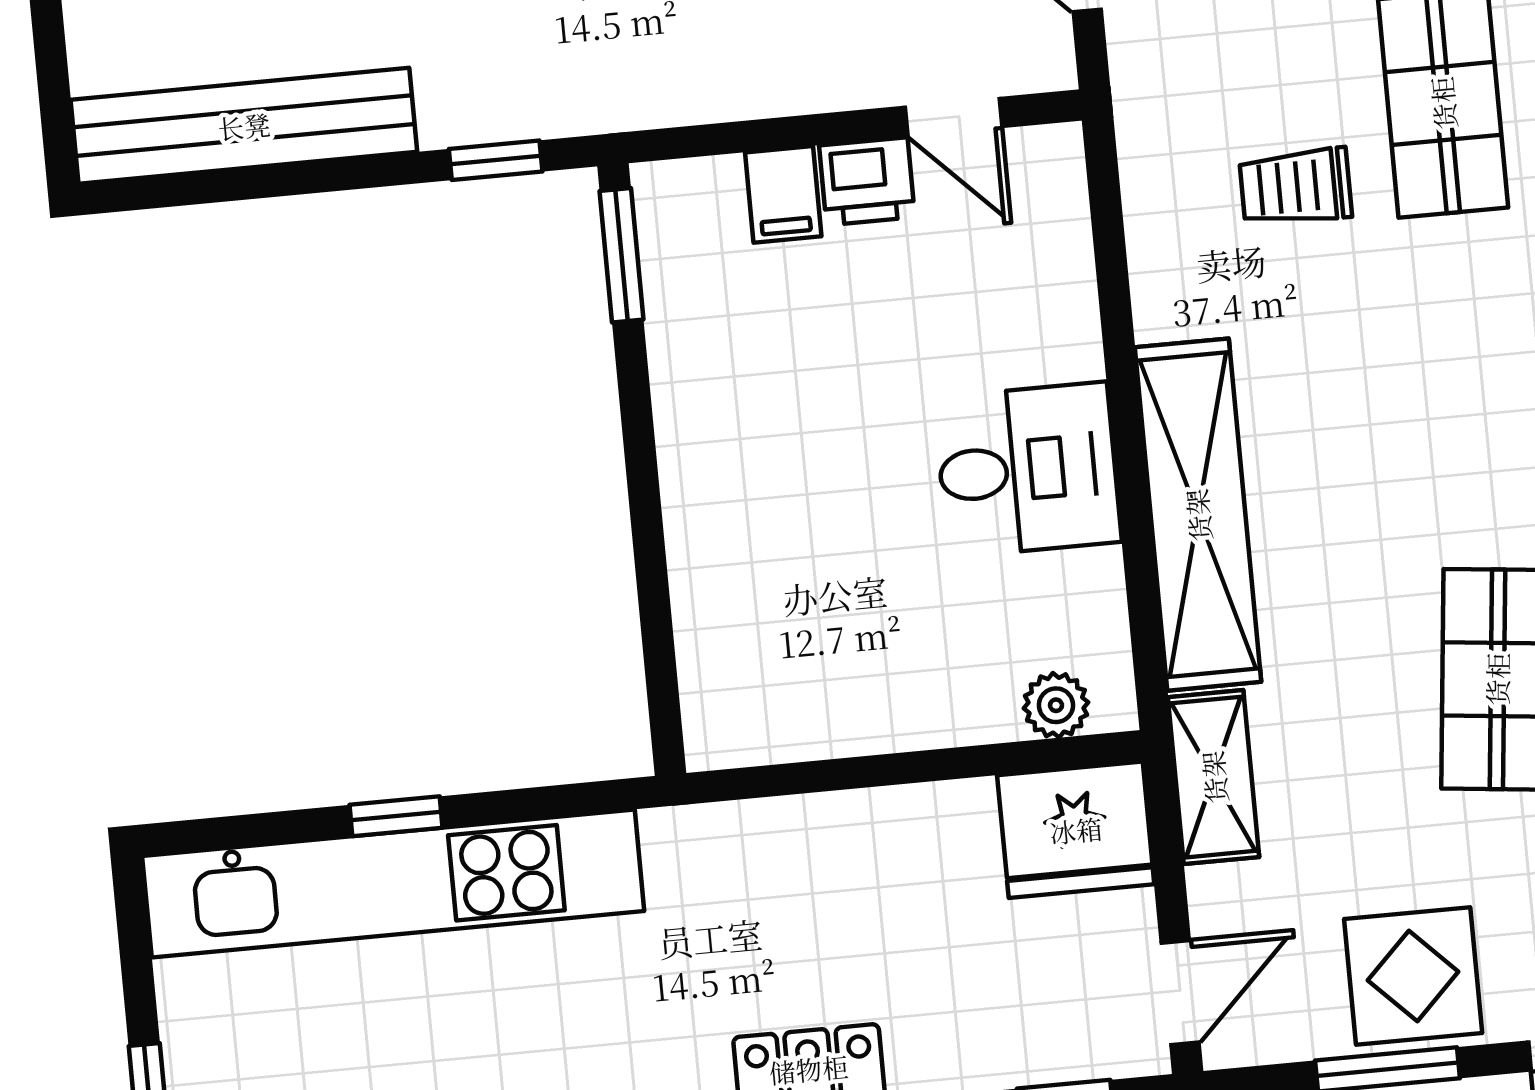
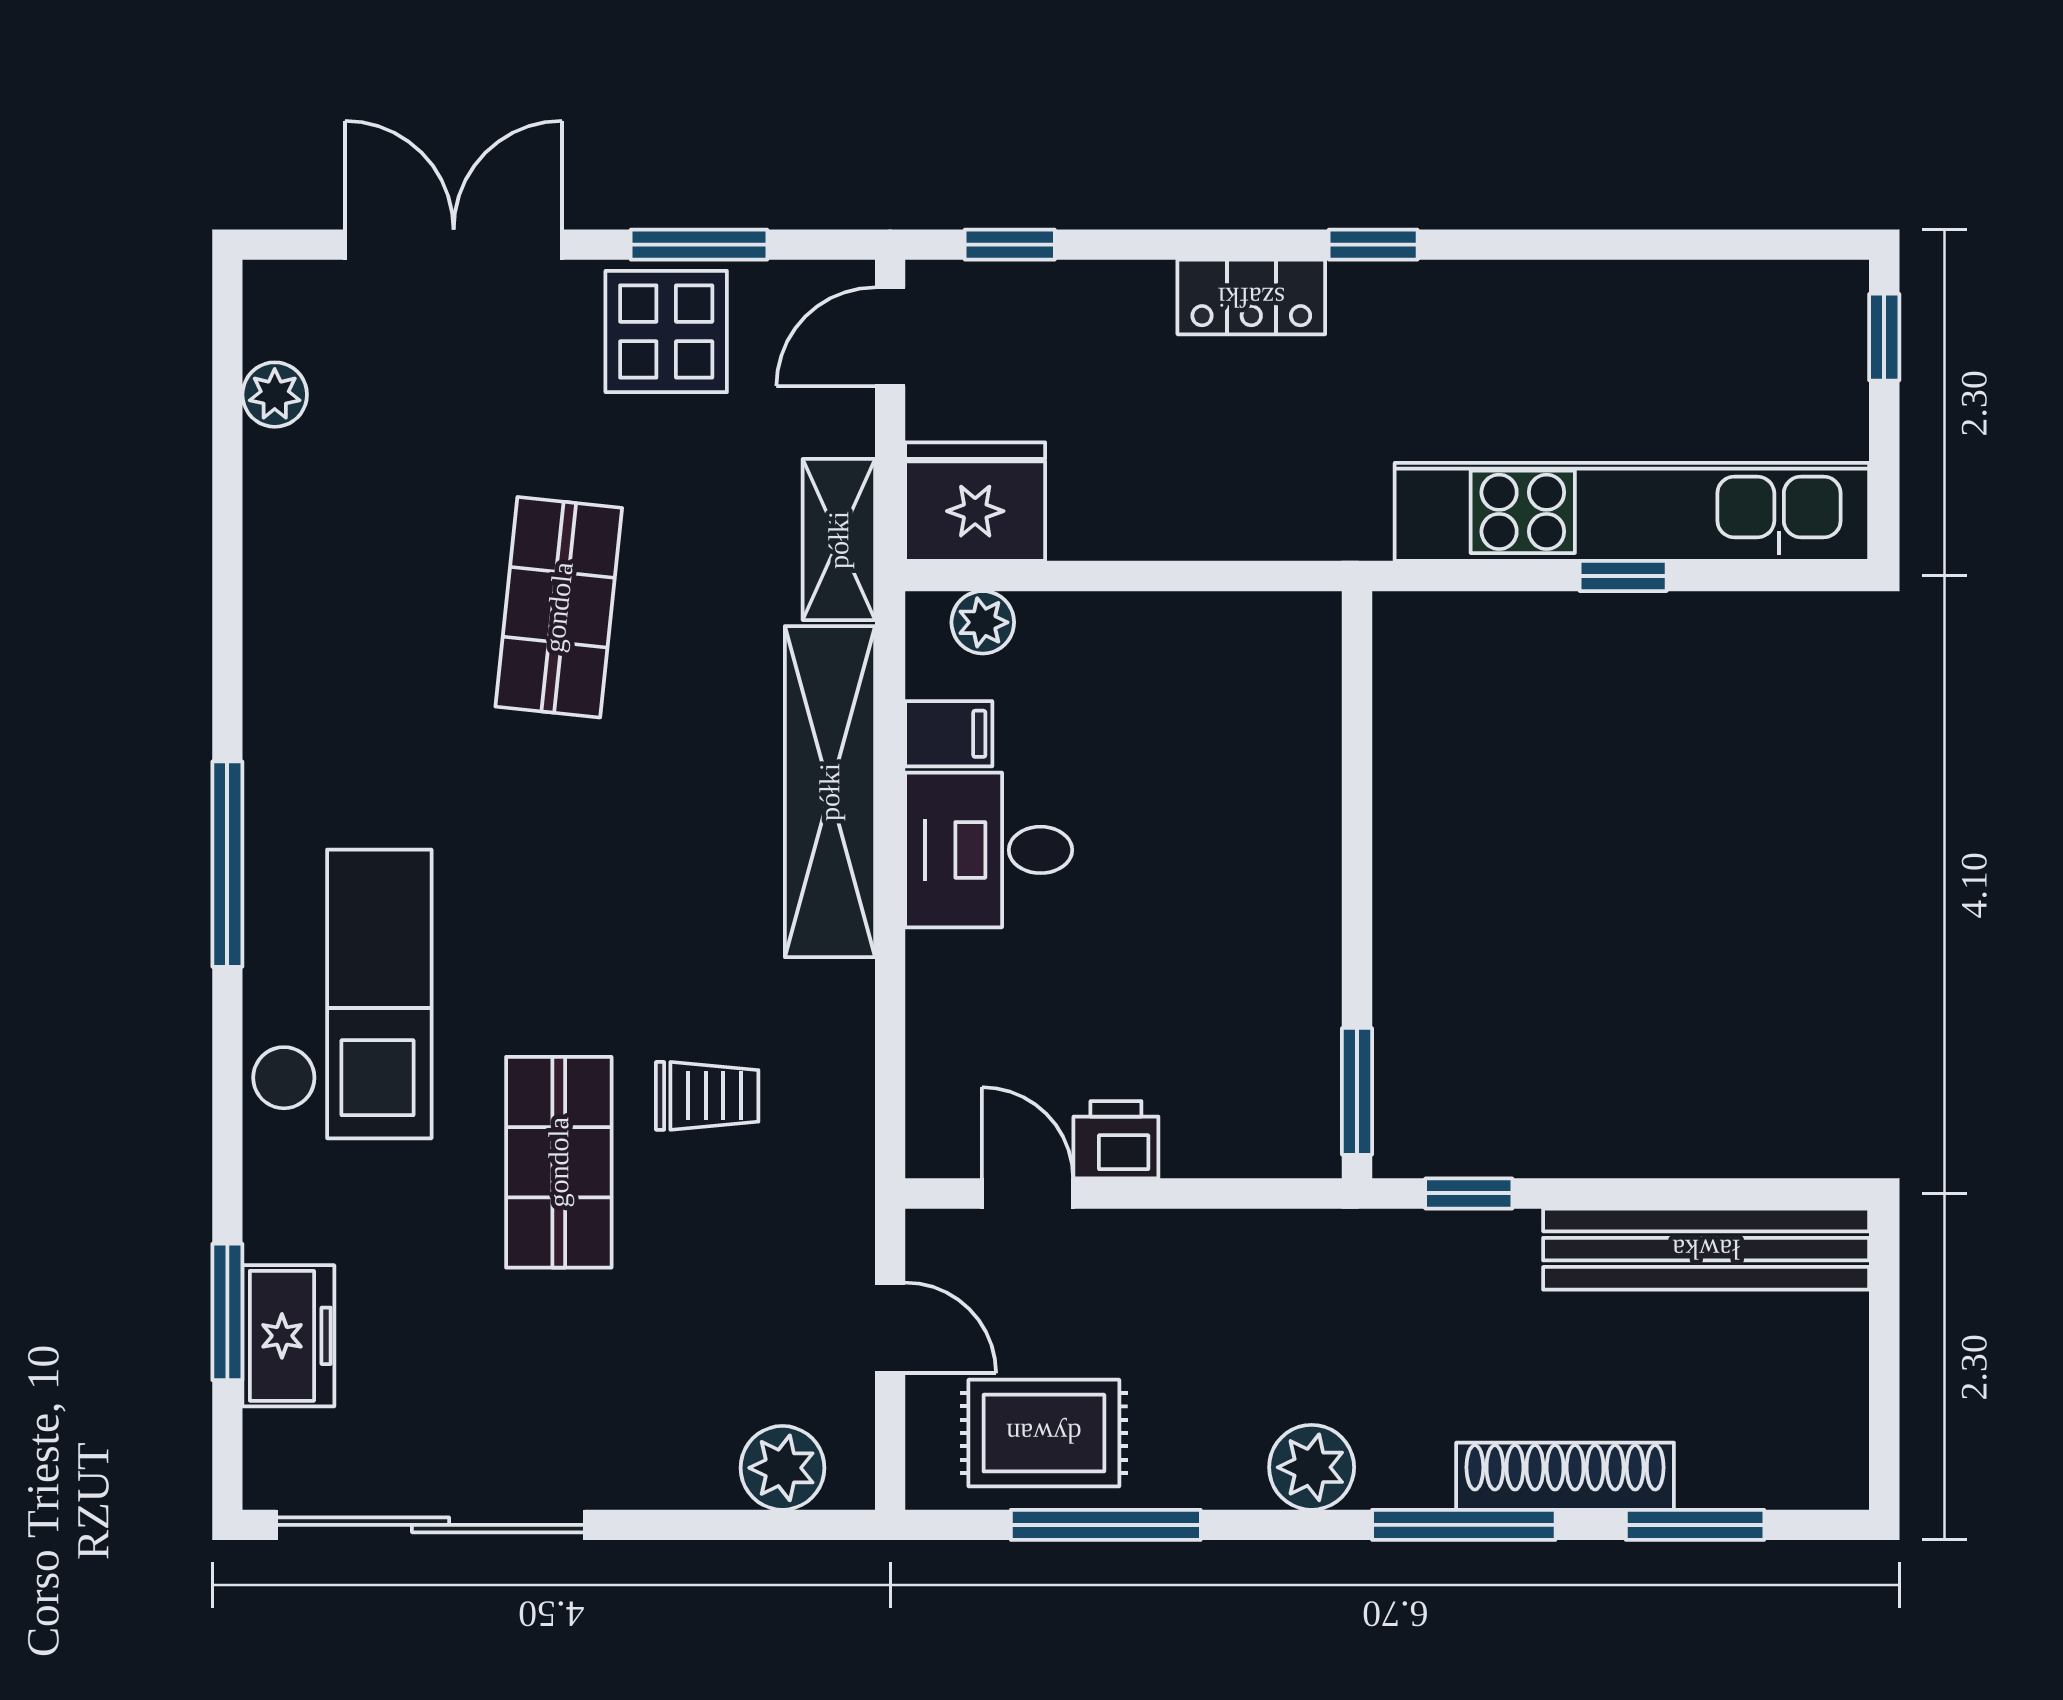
filing cabinet: (783, 194) -> (949, 734), moved, turned 90

